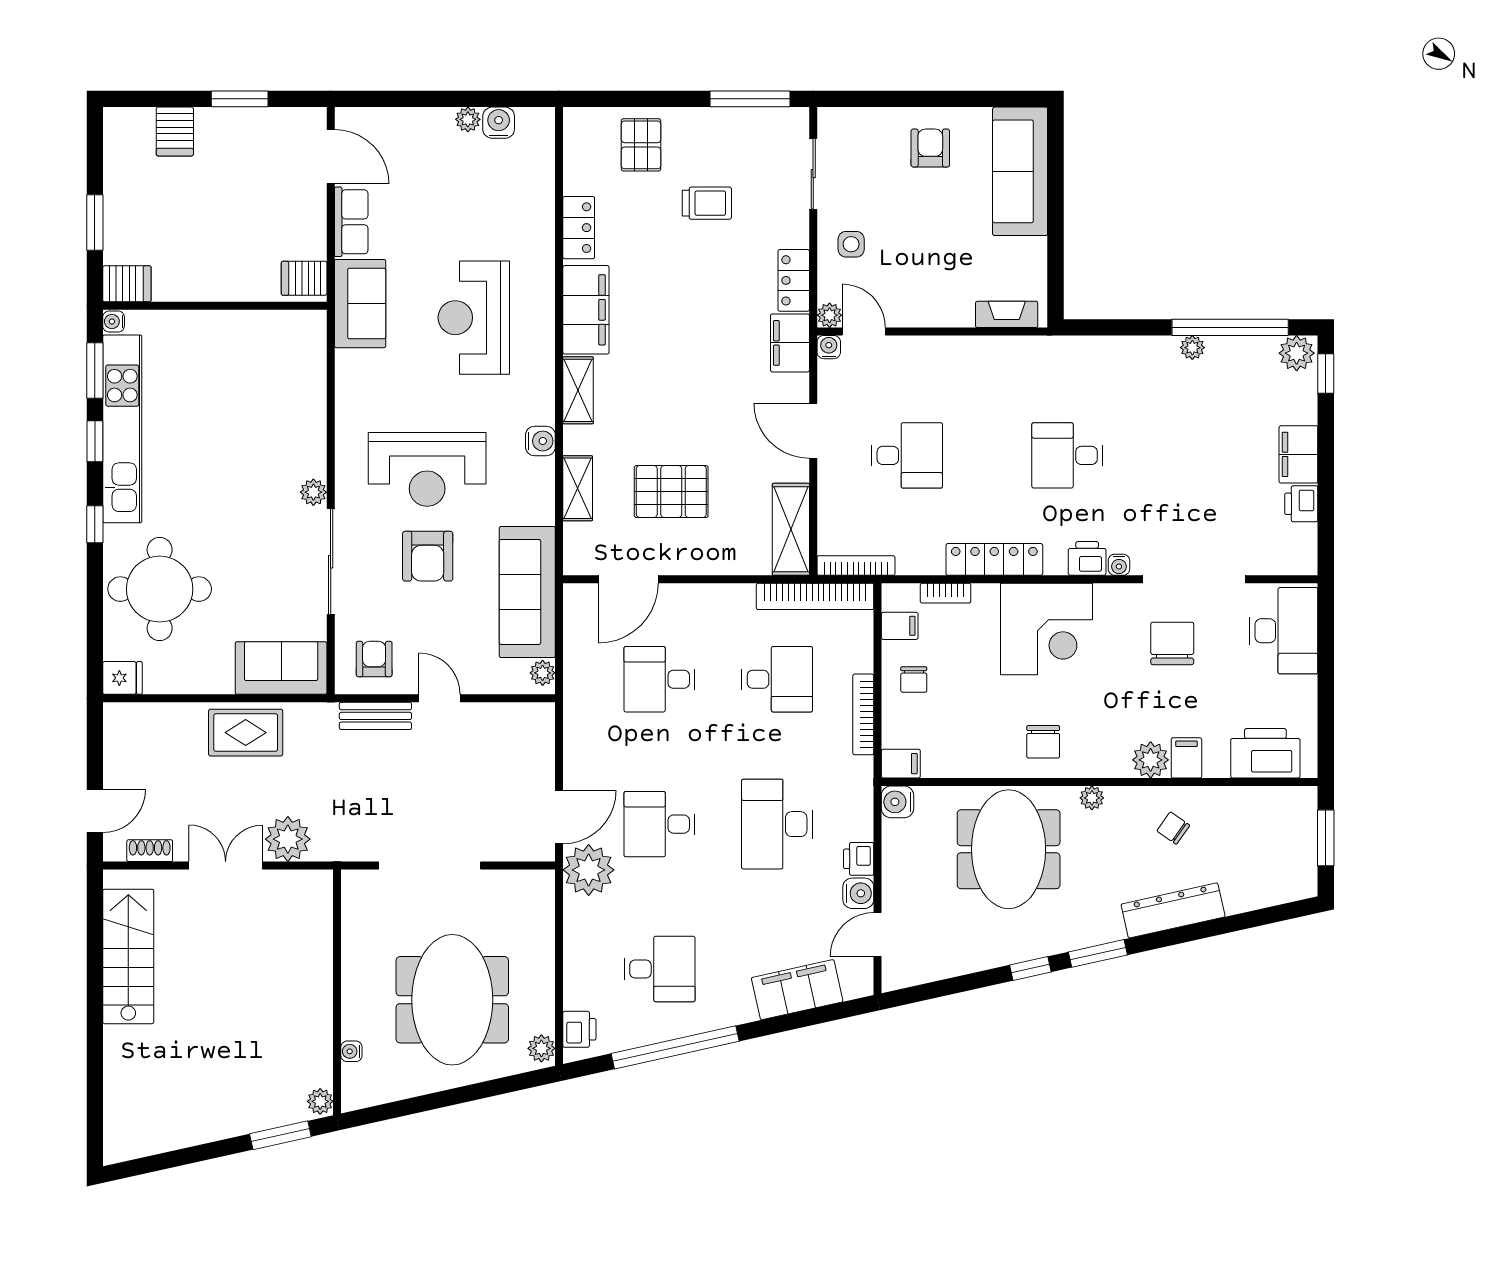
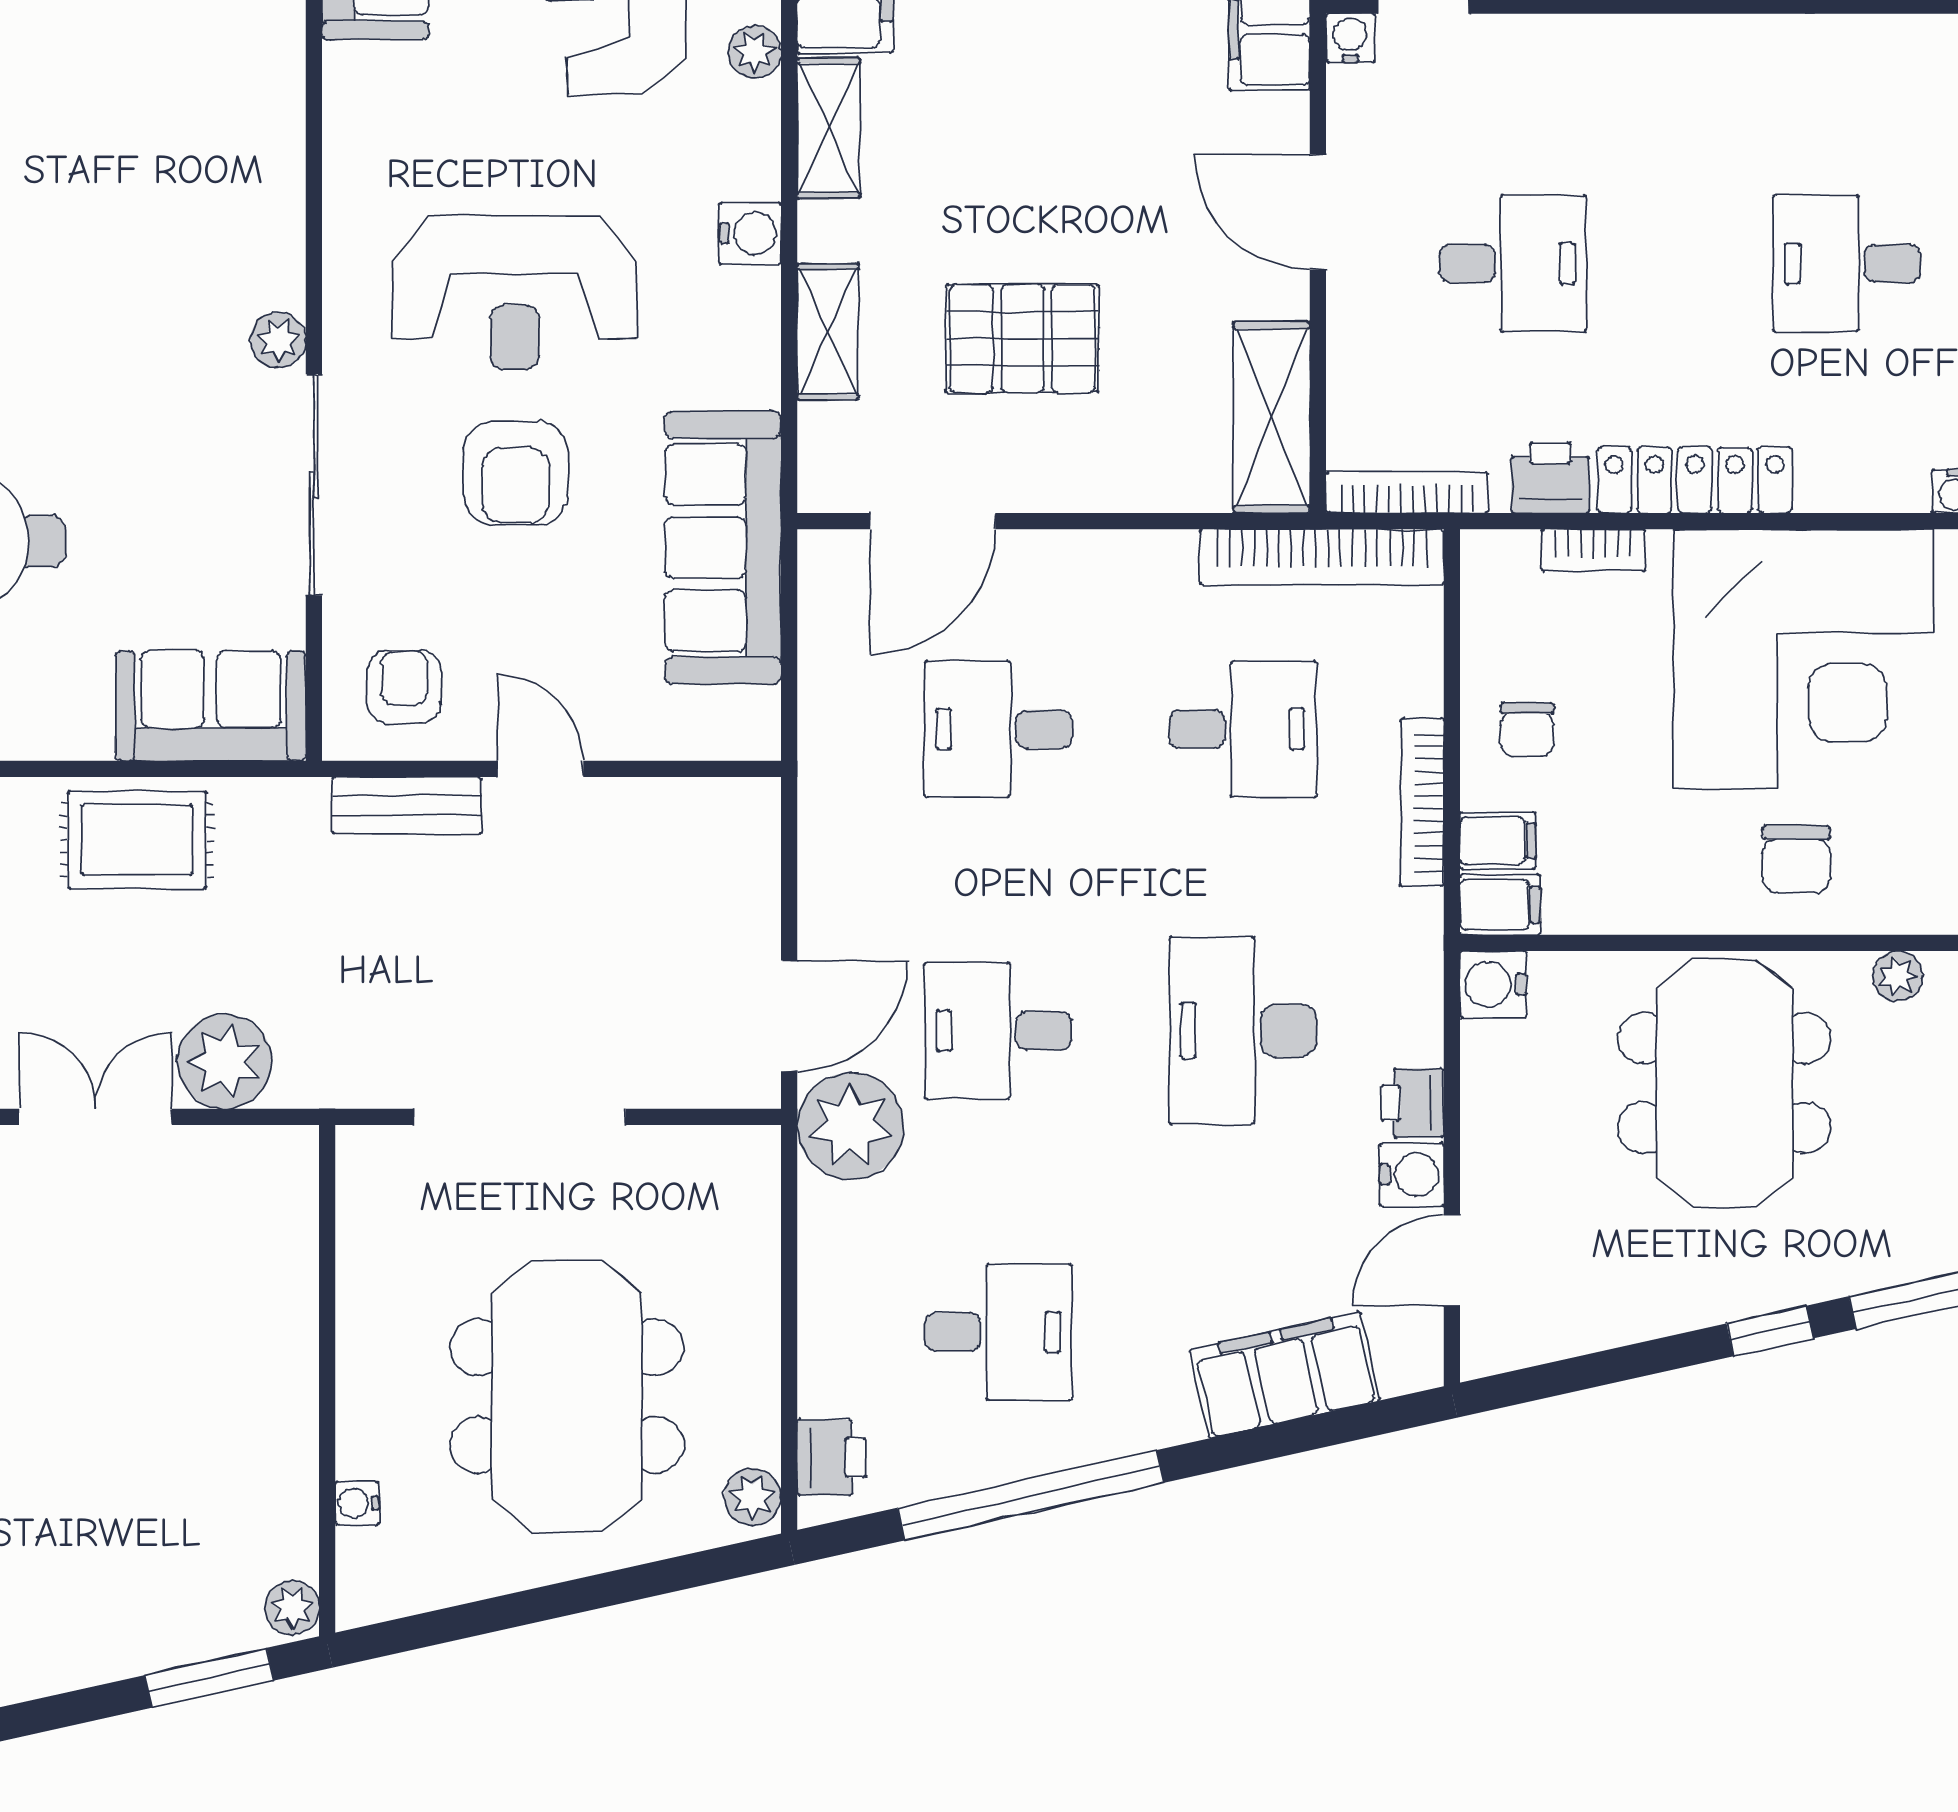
printer: (1087, 558) -> (1550, 478), moved
filing cabinet: (900, 626) -> (1498, 841), moved
corner desk: (1046, 629) -> (1803, 659), width x1.36, depth x1.36
plant: (543, 673) -> (755, 52), moved

